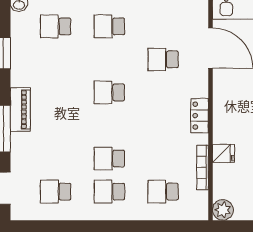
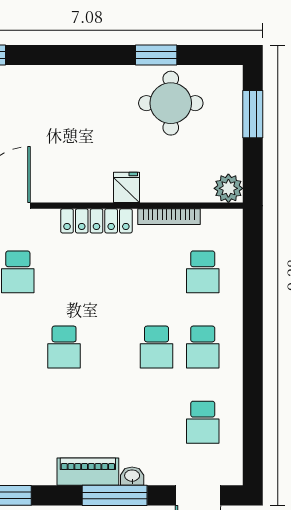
locker: (200, 116) -> (96, 221), width x1.53
washbasin: (17, 141) -> (132, 476), added
fridge: (223, 153) -> (127, 187), moved

